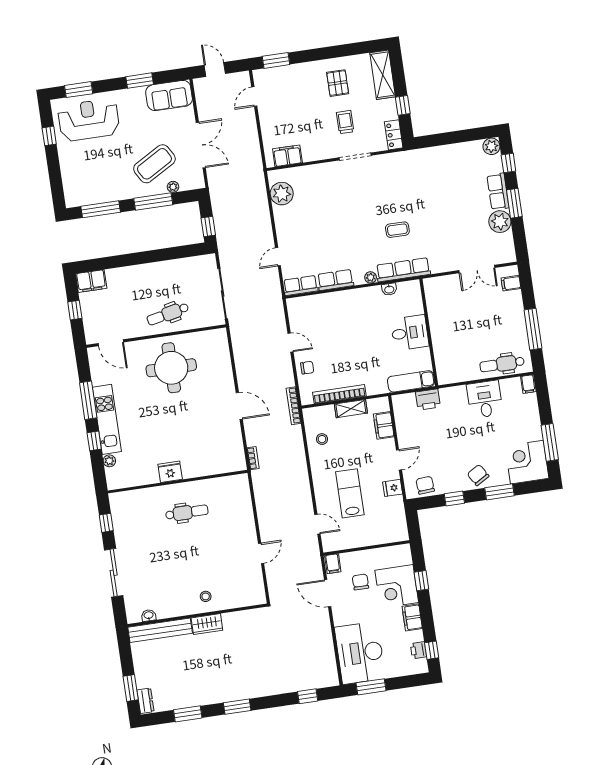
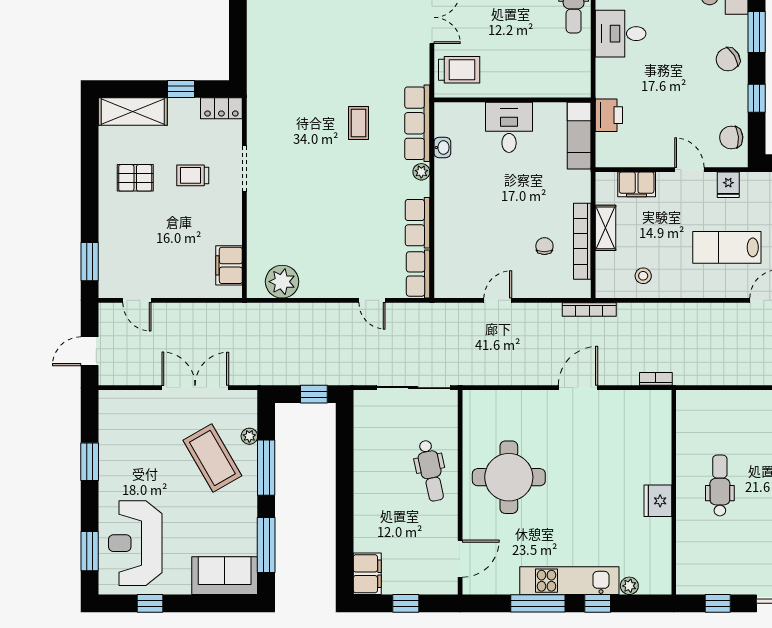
sofa: (169, 96) -> (225, 576), moved, turned -90
trolley: (444, 293) -> (459, 70), added
chair: (307, 368) -> (544, 246), moved

